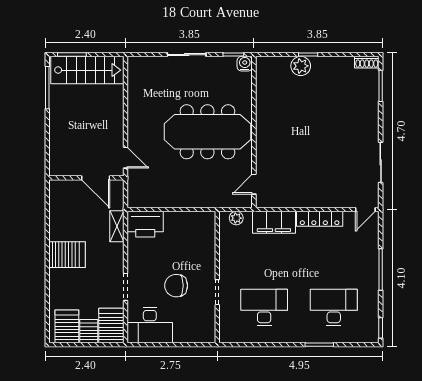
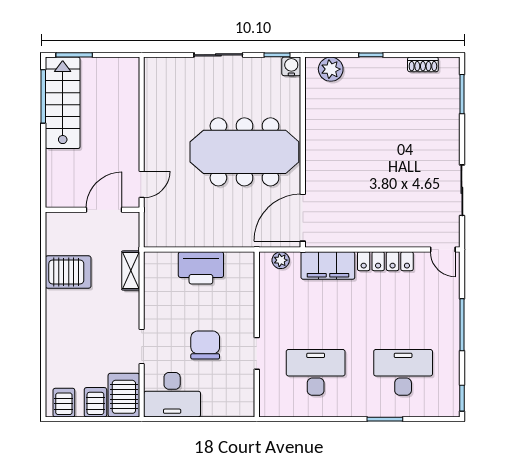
shoe rack: (367, 62) -> (423, 64), moved
plant: (301, 66) -> (331, 69), moved
stairs: (87, 70) -> (63, 103), moved, turned -90
door: (126, 158) -> (142, 184), hinge flipped
door: (96, 178) -> (104, 210), swing flipped
door: (254, 184) -> (303, 218), width x1.88
door: (365, 210) -> (443, 250), hinge flipped
printer: (145, 224) -> (201, 268), moved
server rack: (67, 255) -> (68, 272), moved
chair: (176, 286) -> (205, 345), turned 90
server rack: (67, 326) -> (64, 403), width x0.73, depth x0.70

